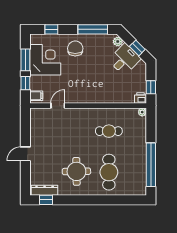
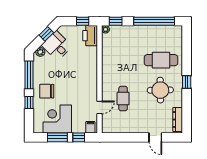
window: (51, 29) -> (29, 102), moved
printer: (141, 98) -> (90, 36), width x1.87, depth x1.48
door: (58, 106) -> (100, 107), swing flipped
window: (151, 123) -> (116, 21), added
cafe table: (109, 131) -> (123, 99), moved
door: (25, 154) -> (155, 137), moved
window: (46, 200) -> (187, 82), moved

